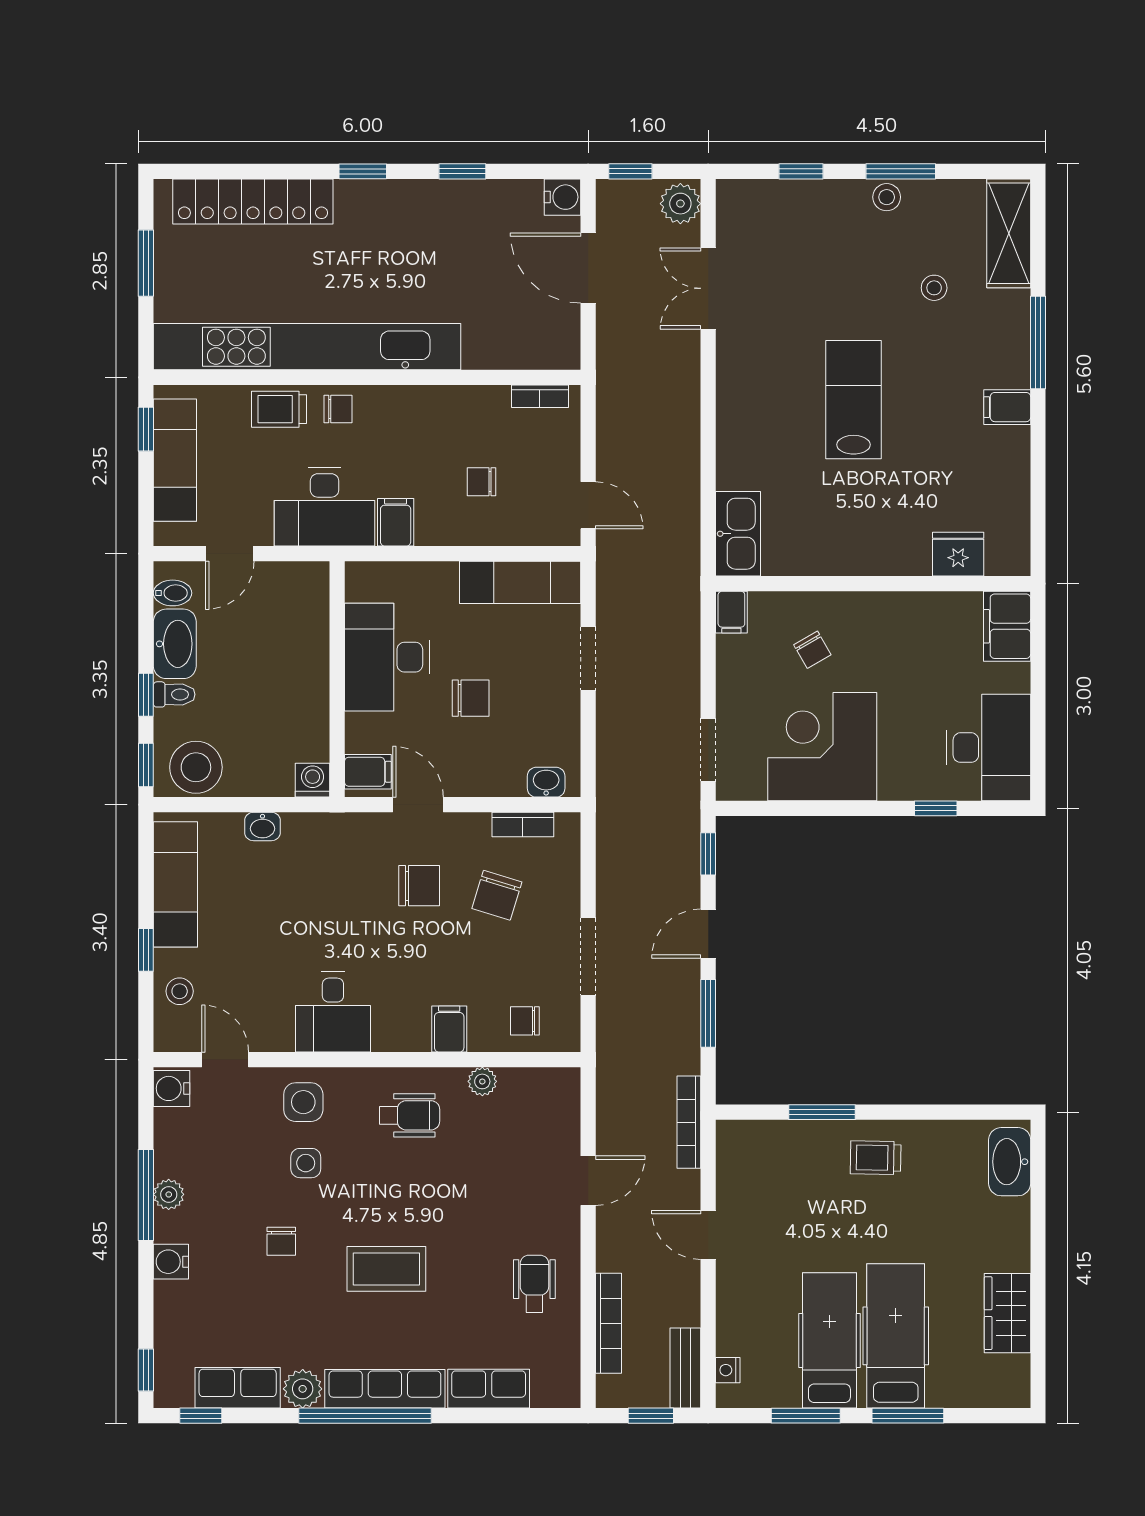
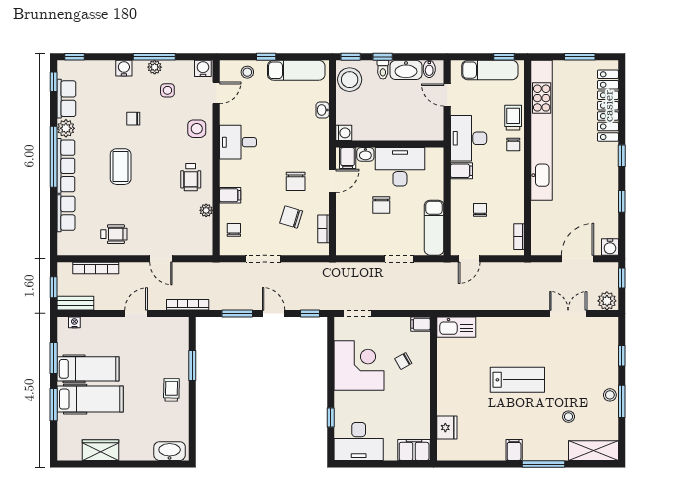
washbasin: (546, 782) -> (365, 154), moved, turned 90
side table: (306, 1163) -> (167, 90), moved

